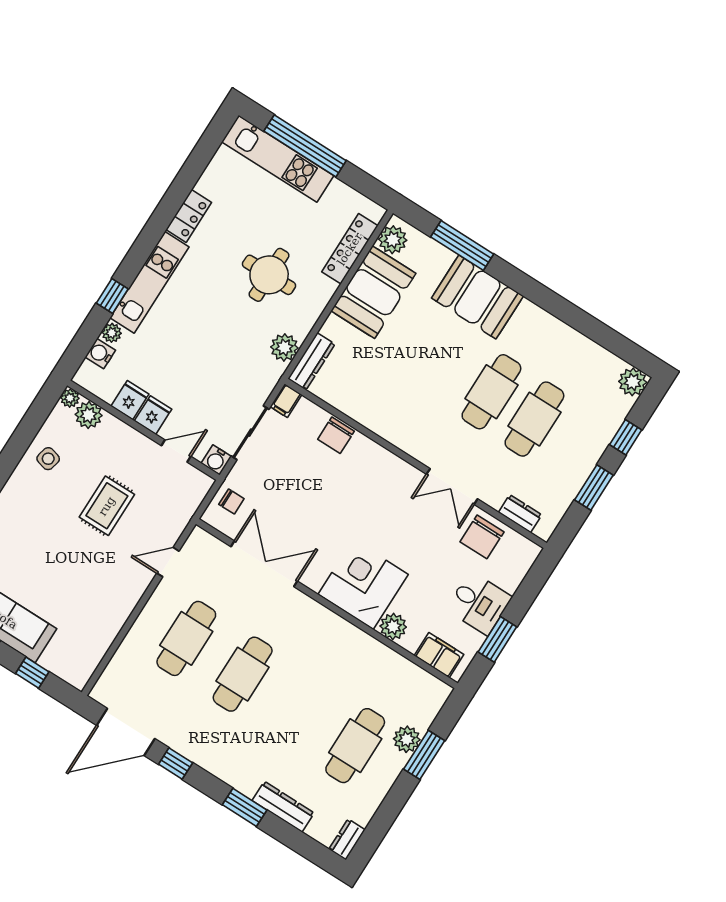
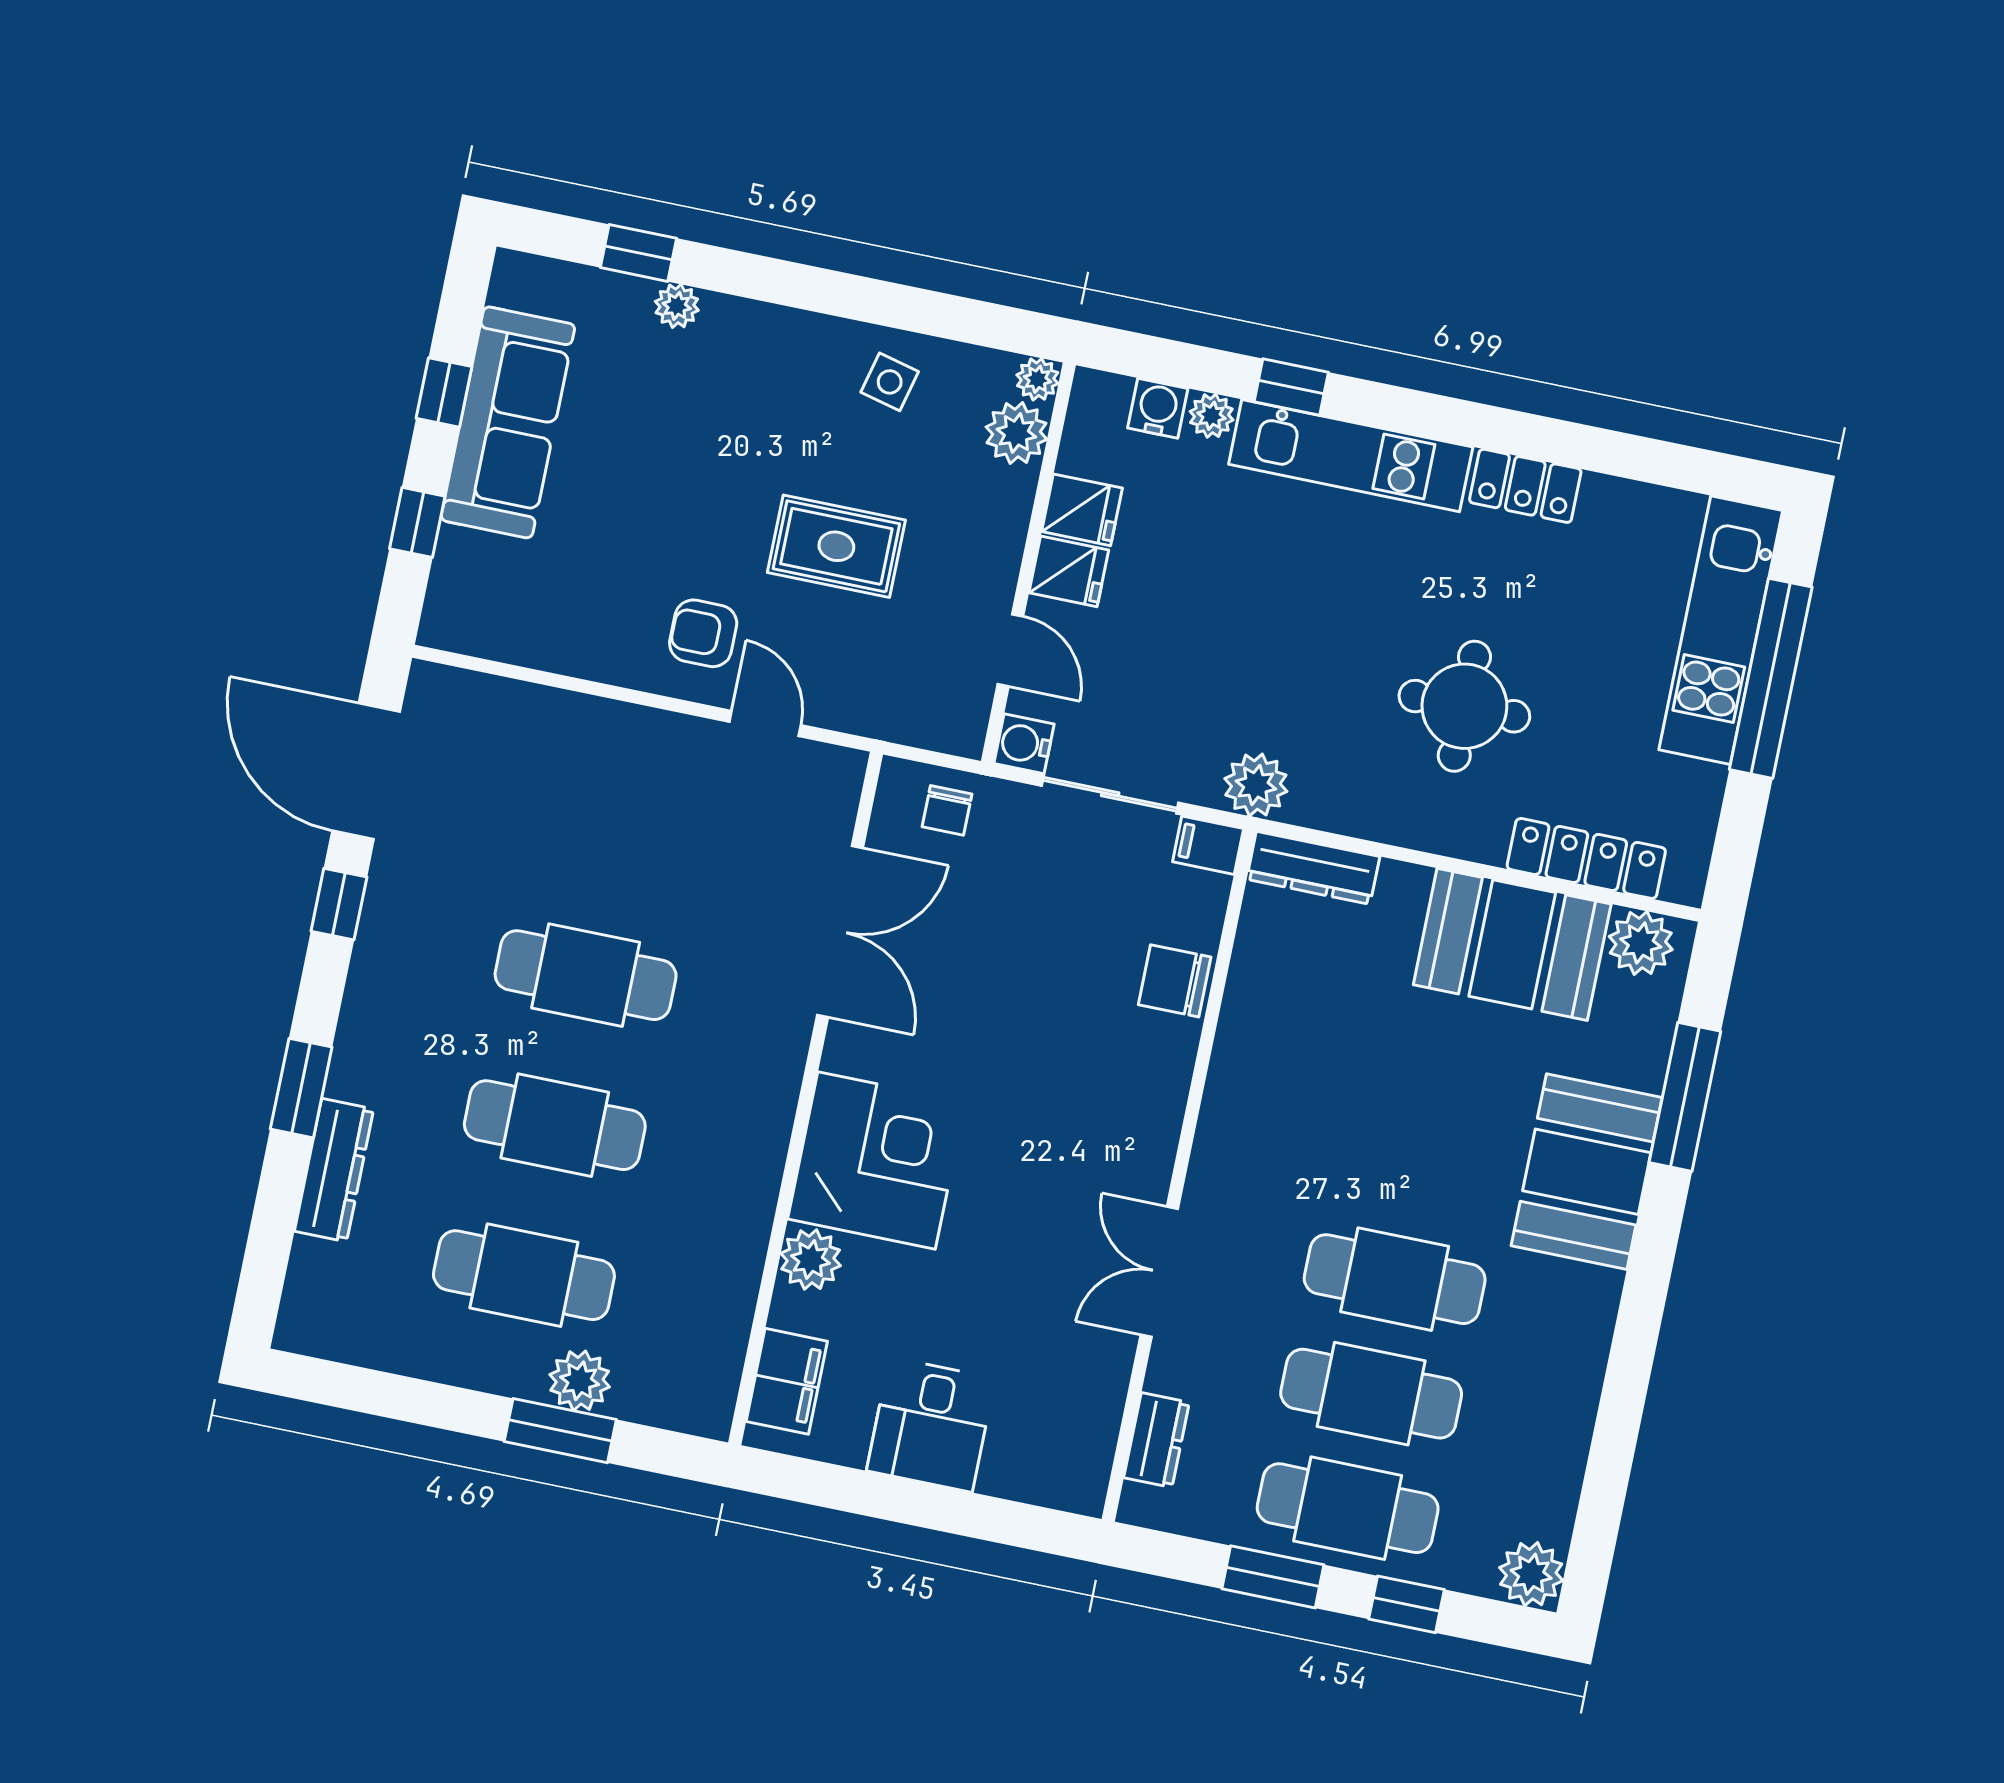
plant: (284, 347) -> (1256, 785), moved
cafe table: (577, 446) -> (1348, 1508), added
chair: (482, 537) -> (1075, 1377), removed
armchair: (122, 573) -> (703, 633), added
cafe table: (186, 638) -> (555, 1125), moved
window: (497, 639) -> (868, 1494), removed
dresser: (347, 839) -> (316, 1334), removed

